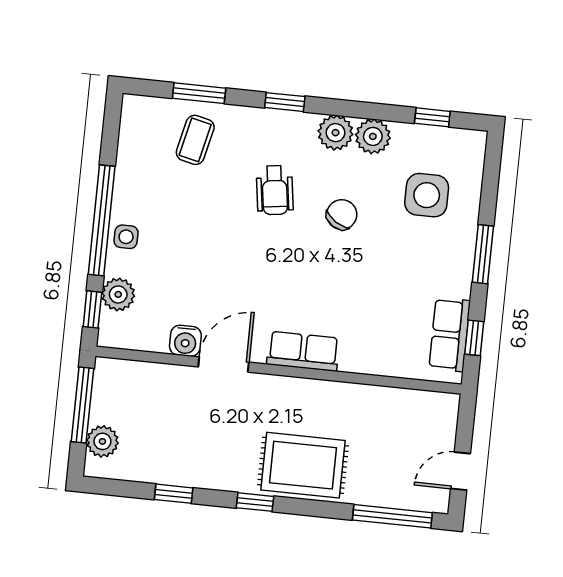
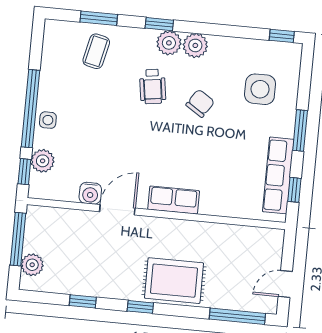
window: (432, 117) -> (282, 36), moved
plant: (373, 136) -> (169, 43), moved
row of seats: (450, 335) -> (278, 175), width x1.48

